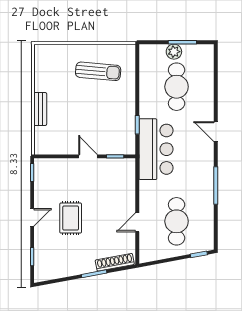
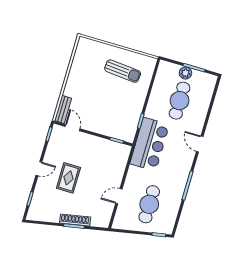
bench: (40, 109) -> (63, 109), moved
door: (88, 156) -> (73, 128), moved
shoe rack: (115, 262) -> (75, 220), moved

